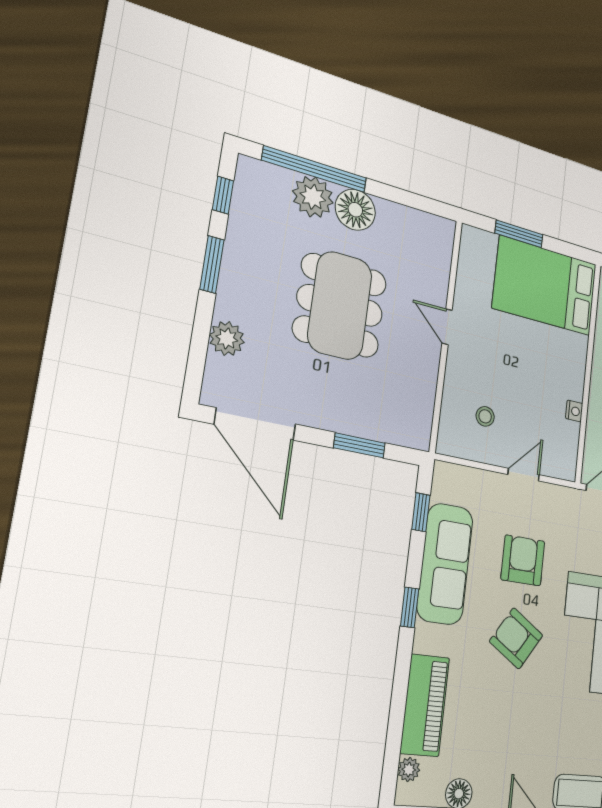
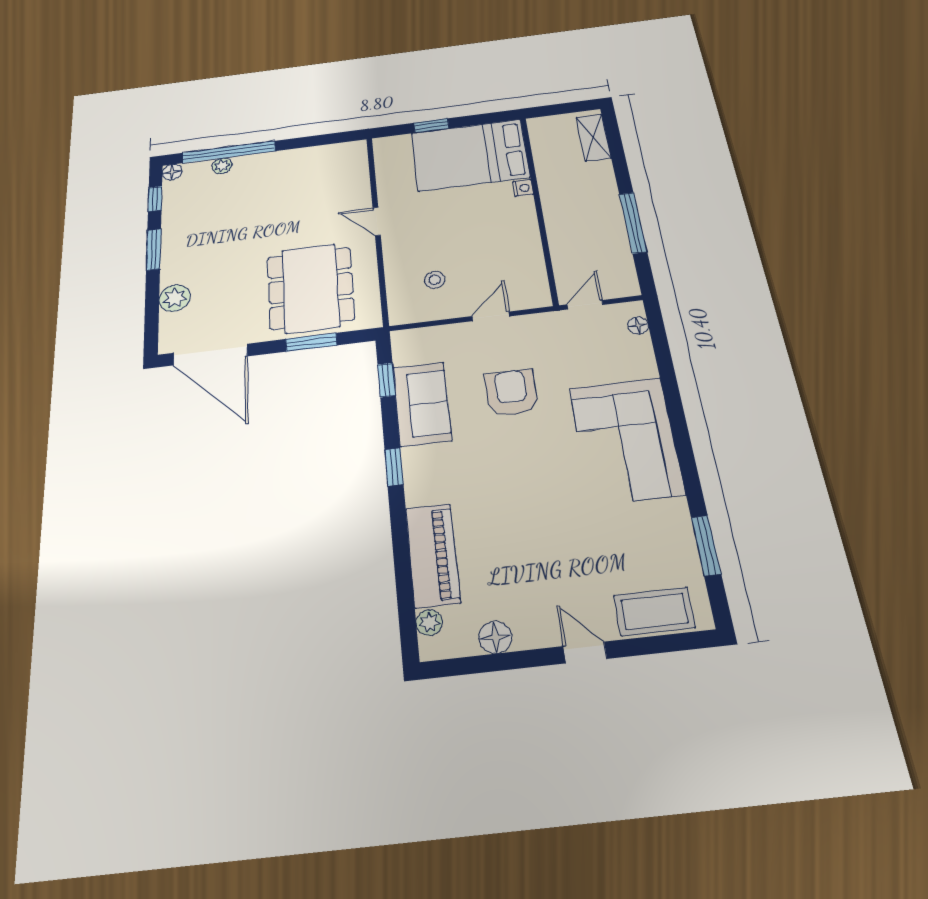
plant: (313, 197) -> (222, 166), width x0.53, depth x0.53
floor lamp: (355, 210) -> (172, 172), moved, width x0.53, depth x0.53
window: (519, 234) -> (431, 126), width x0.67
dining table: (340, 306) -> (310, 288), moved
nightstand: (574, 411) -> (523, 188), moved
sofa: (445, 564) -> (422, 404), width x0.73
armchair: (516, 638) -> (524, 468), removed

